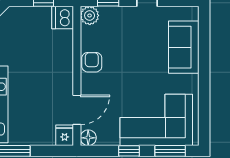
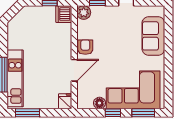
door: (77, 110) -> (74, 70), moved
floor lamp: (88, 138) -> (99, 103), moved

